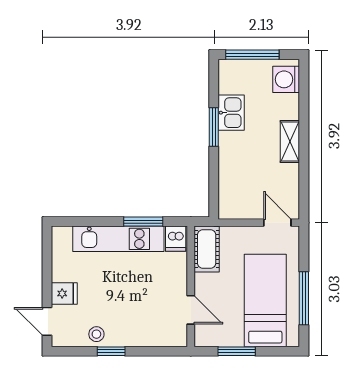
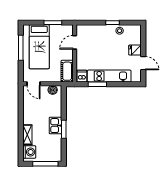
kitchen sink: (231, 113) -> (55, 126), moved
shelving: (290, 141) -> (27, 135), moved
boiler: (237, 210) -> (53, 90), added
door: (191, 310) -> (75, 42), hinge flipped
door: (47, 321) -> (143, 63), moved

